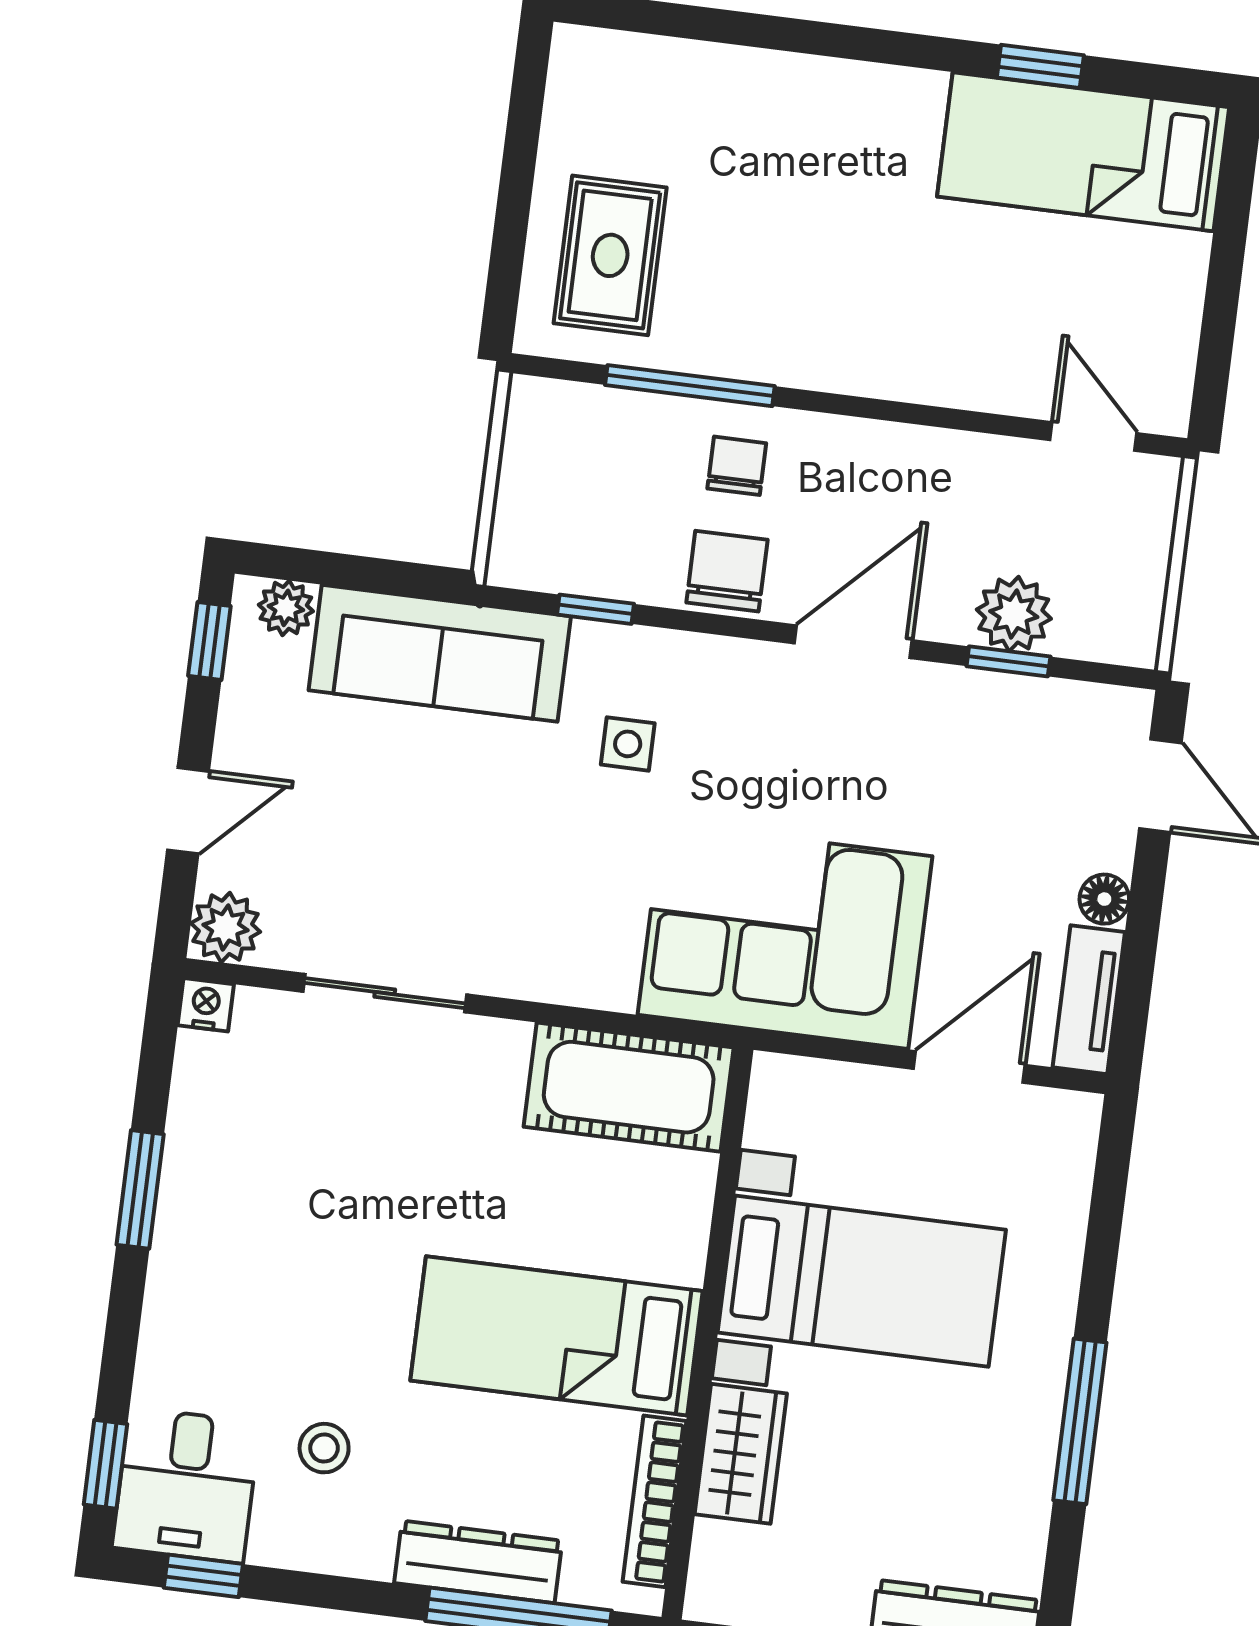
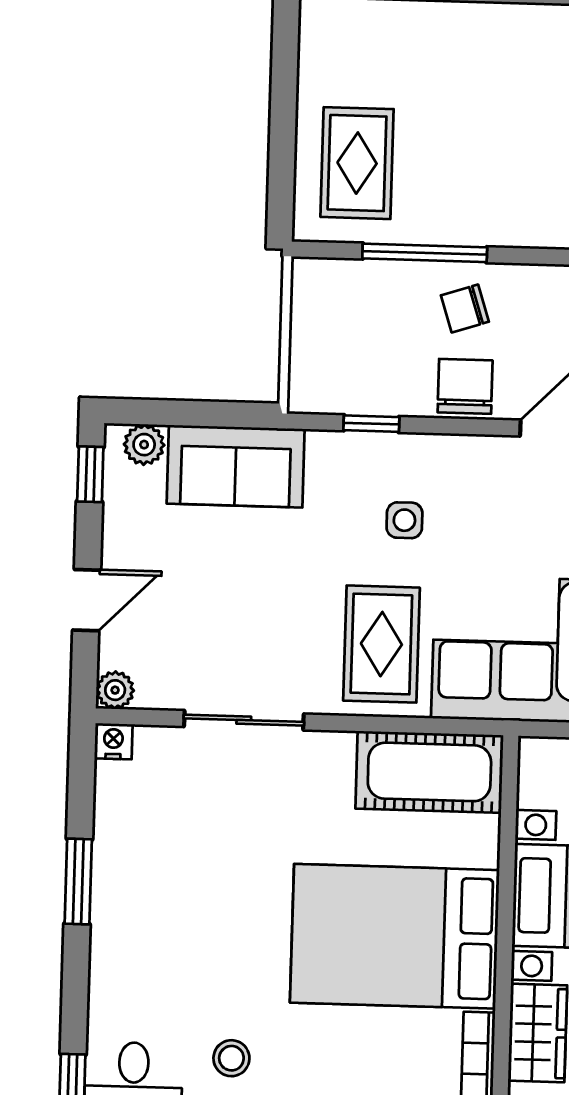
chair: (737, 466) -> (465, 308), turned -108
sofa: (440, 653) -> (236, 466), width x0.73
rug: (580, 908) -> (381, 644), added
plant: (226, 927) -> (115, 690), width x0.73, depth x0.73
bed: (557, 1336) -> (395, 936), width x1.50

